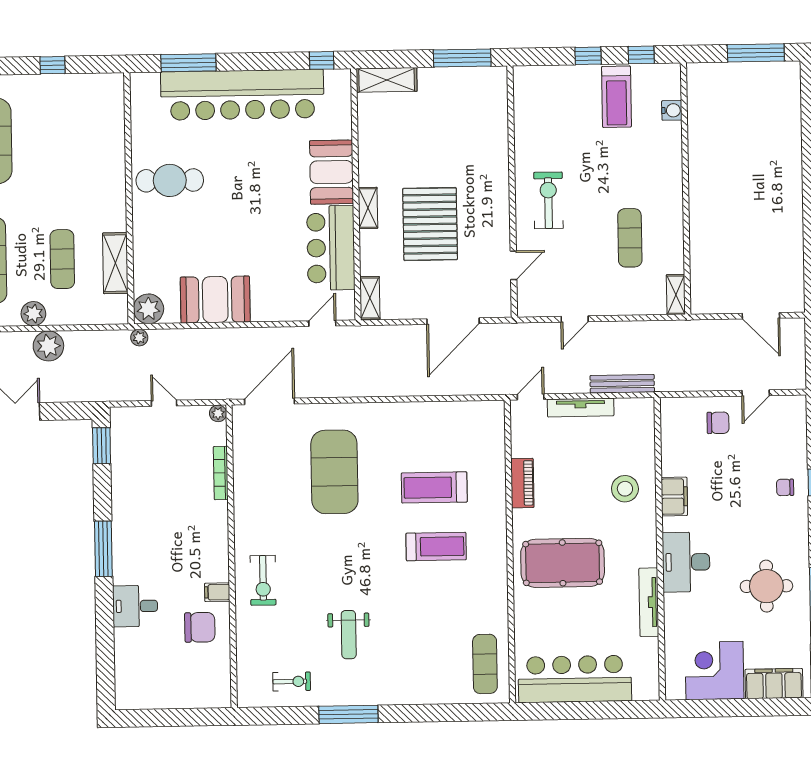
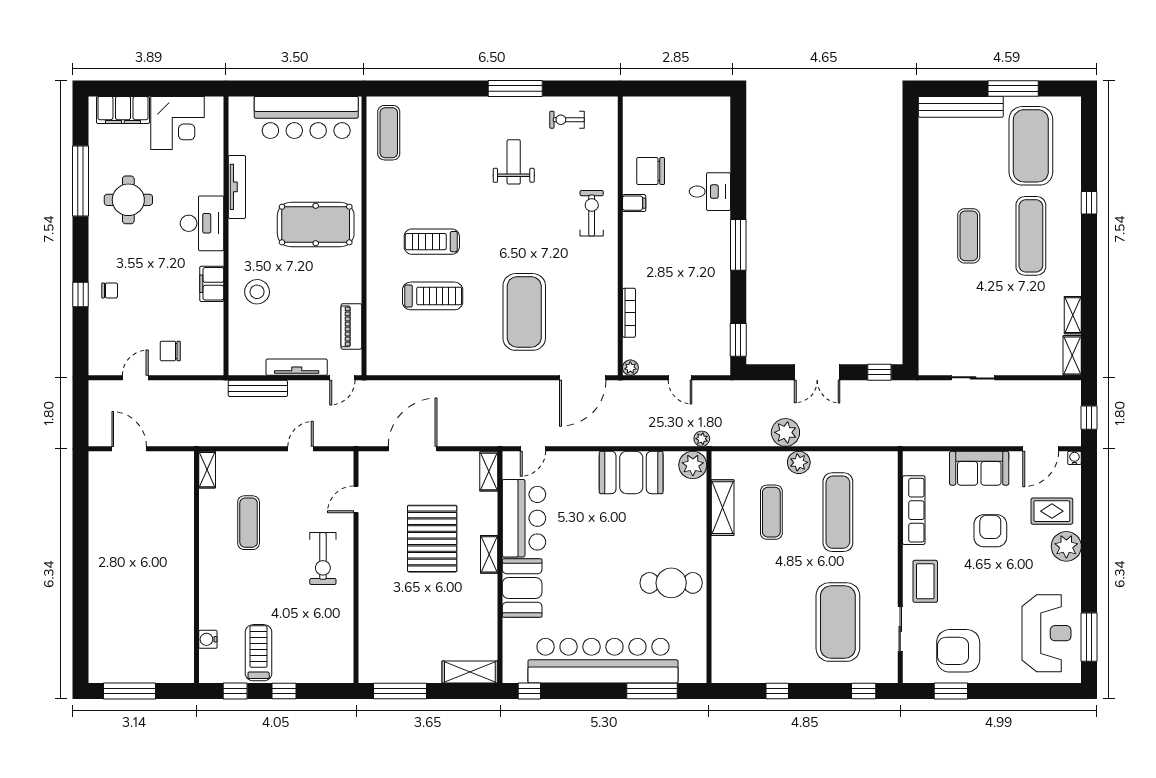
piano: (522, 483) -> (351, 326), moved

